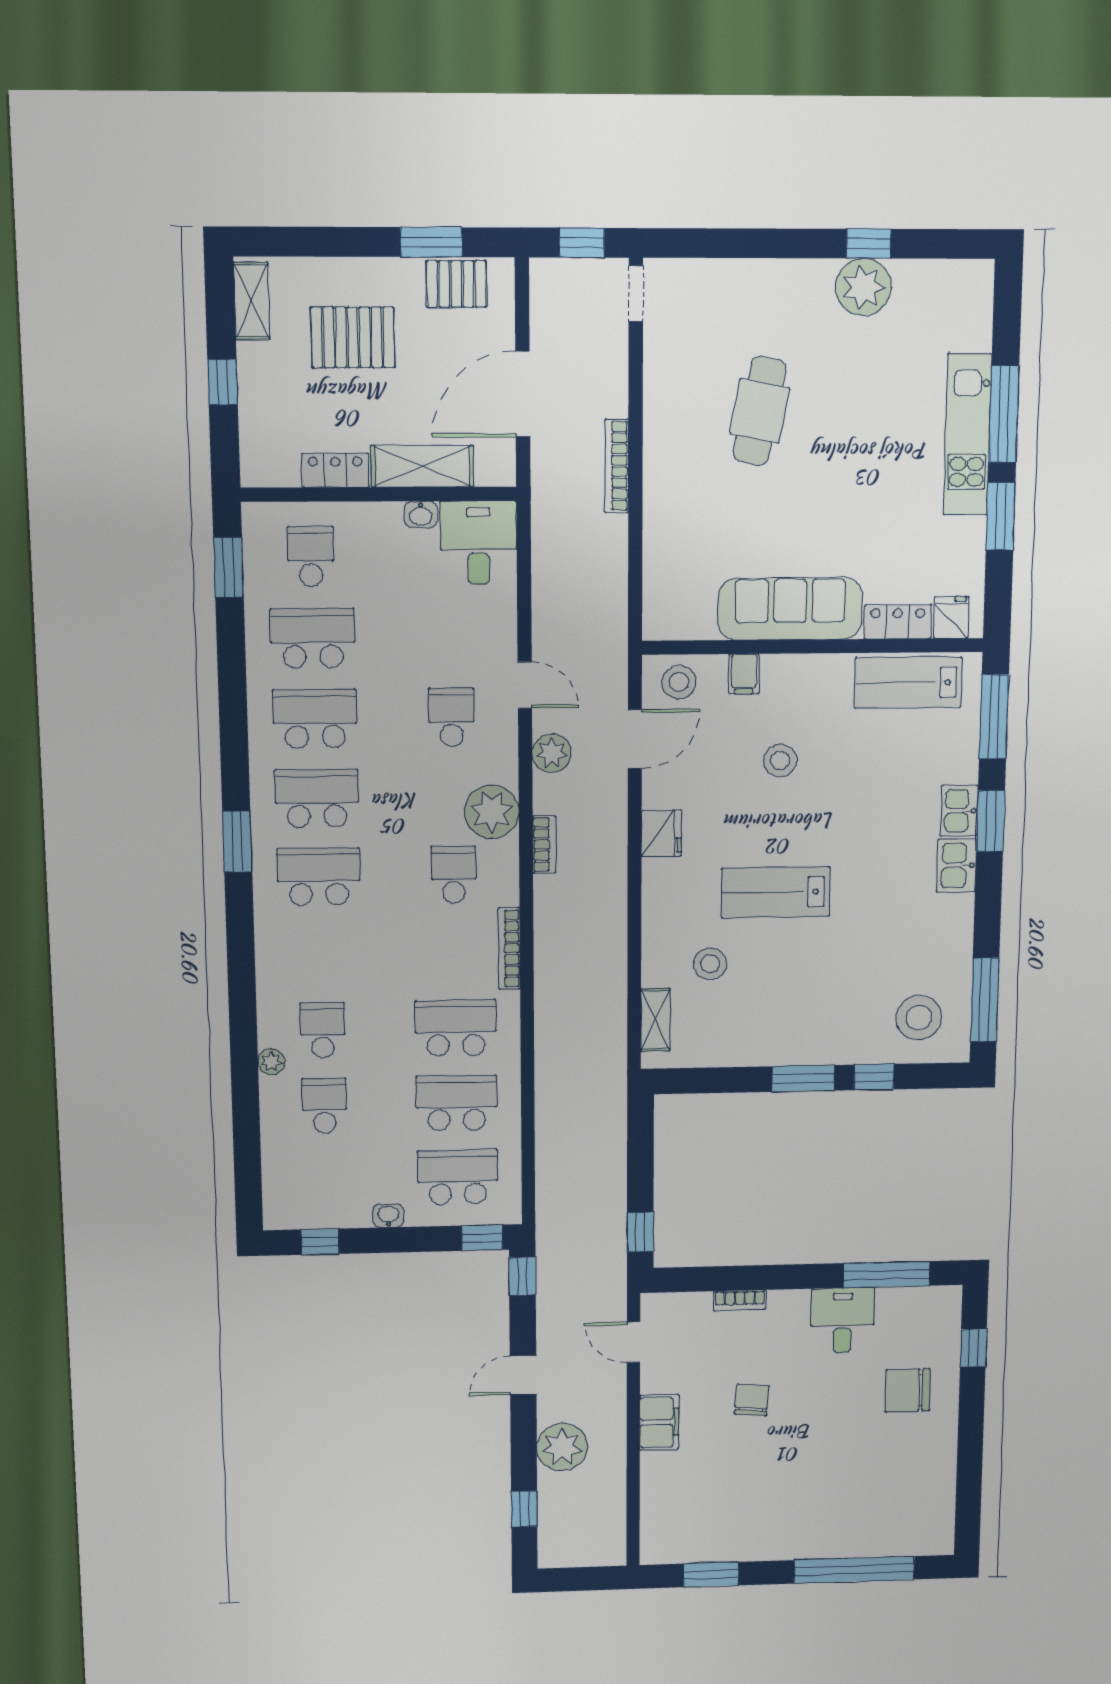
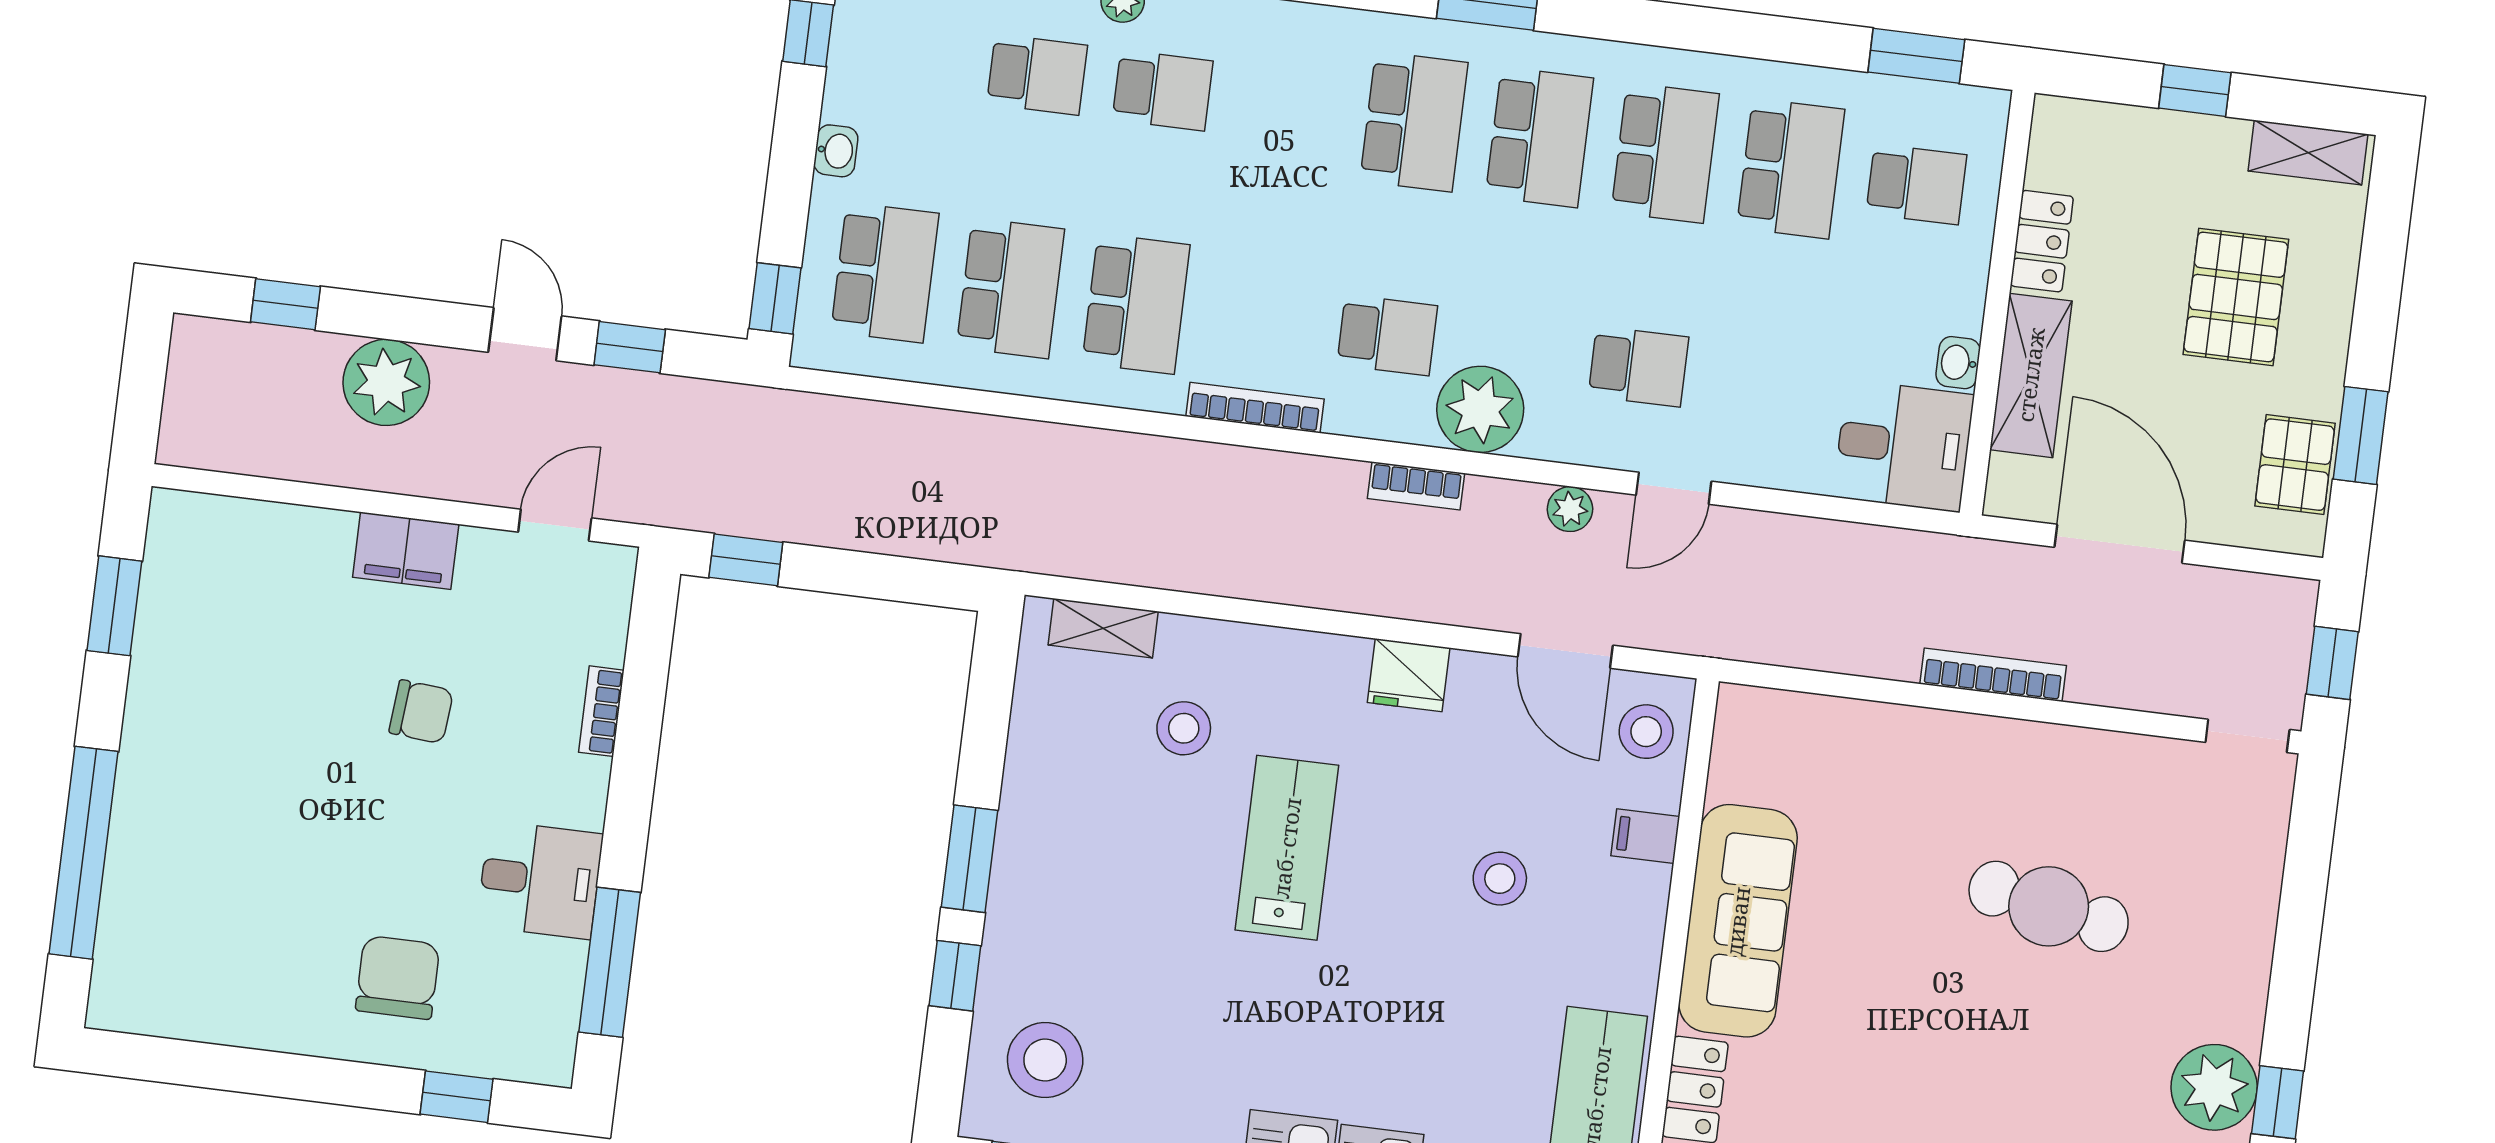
plant: (552, 753) -> (1570, 509), width x0.73, depth x0.73
window: (522, 1276) -> (630, 347), moved

